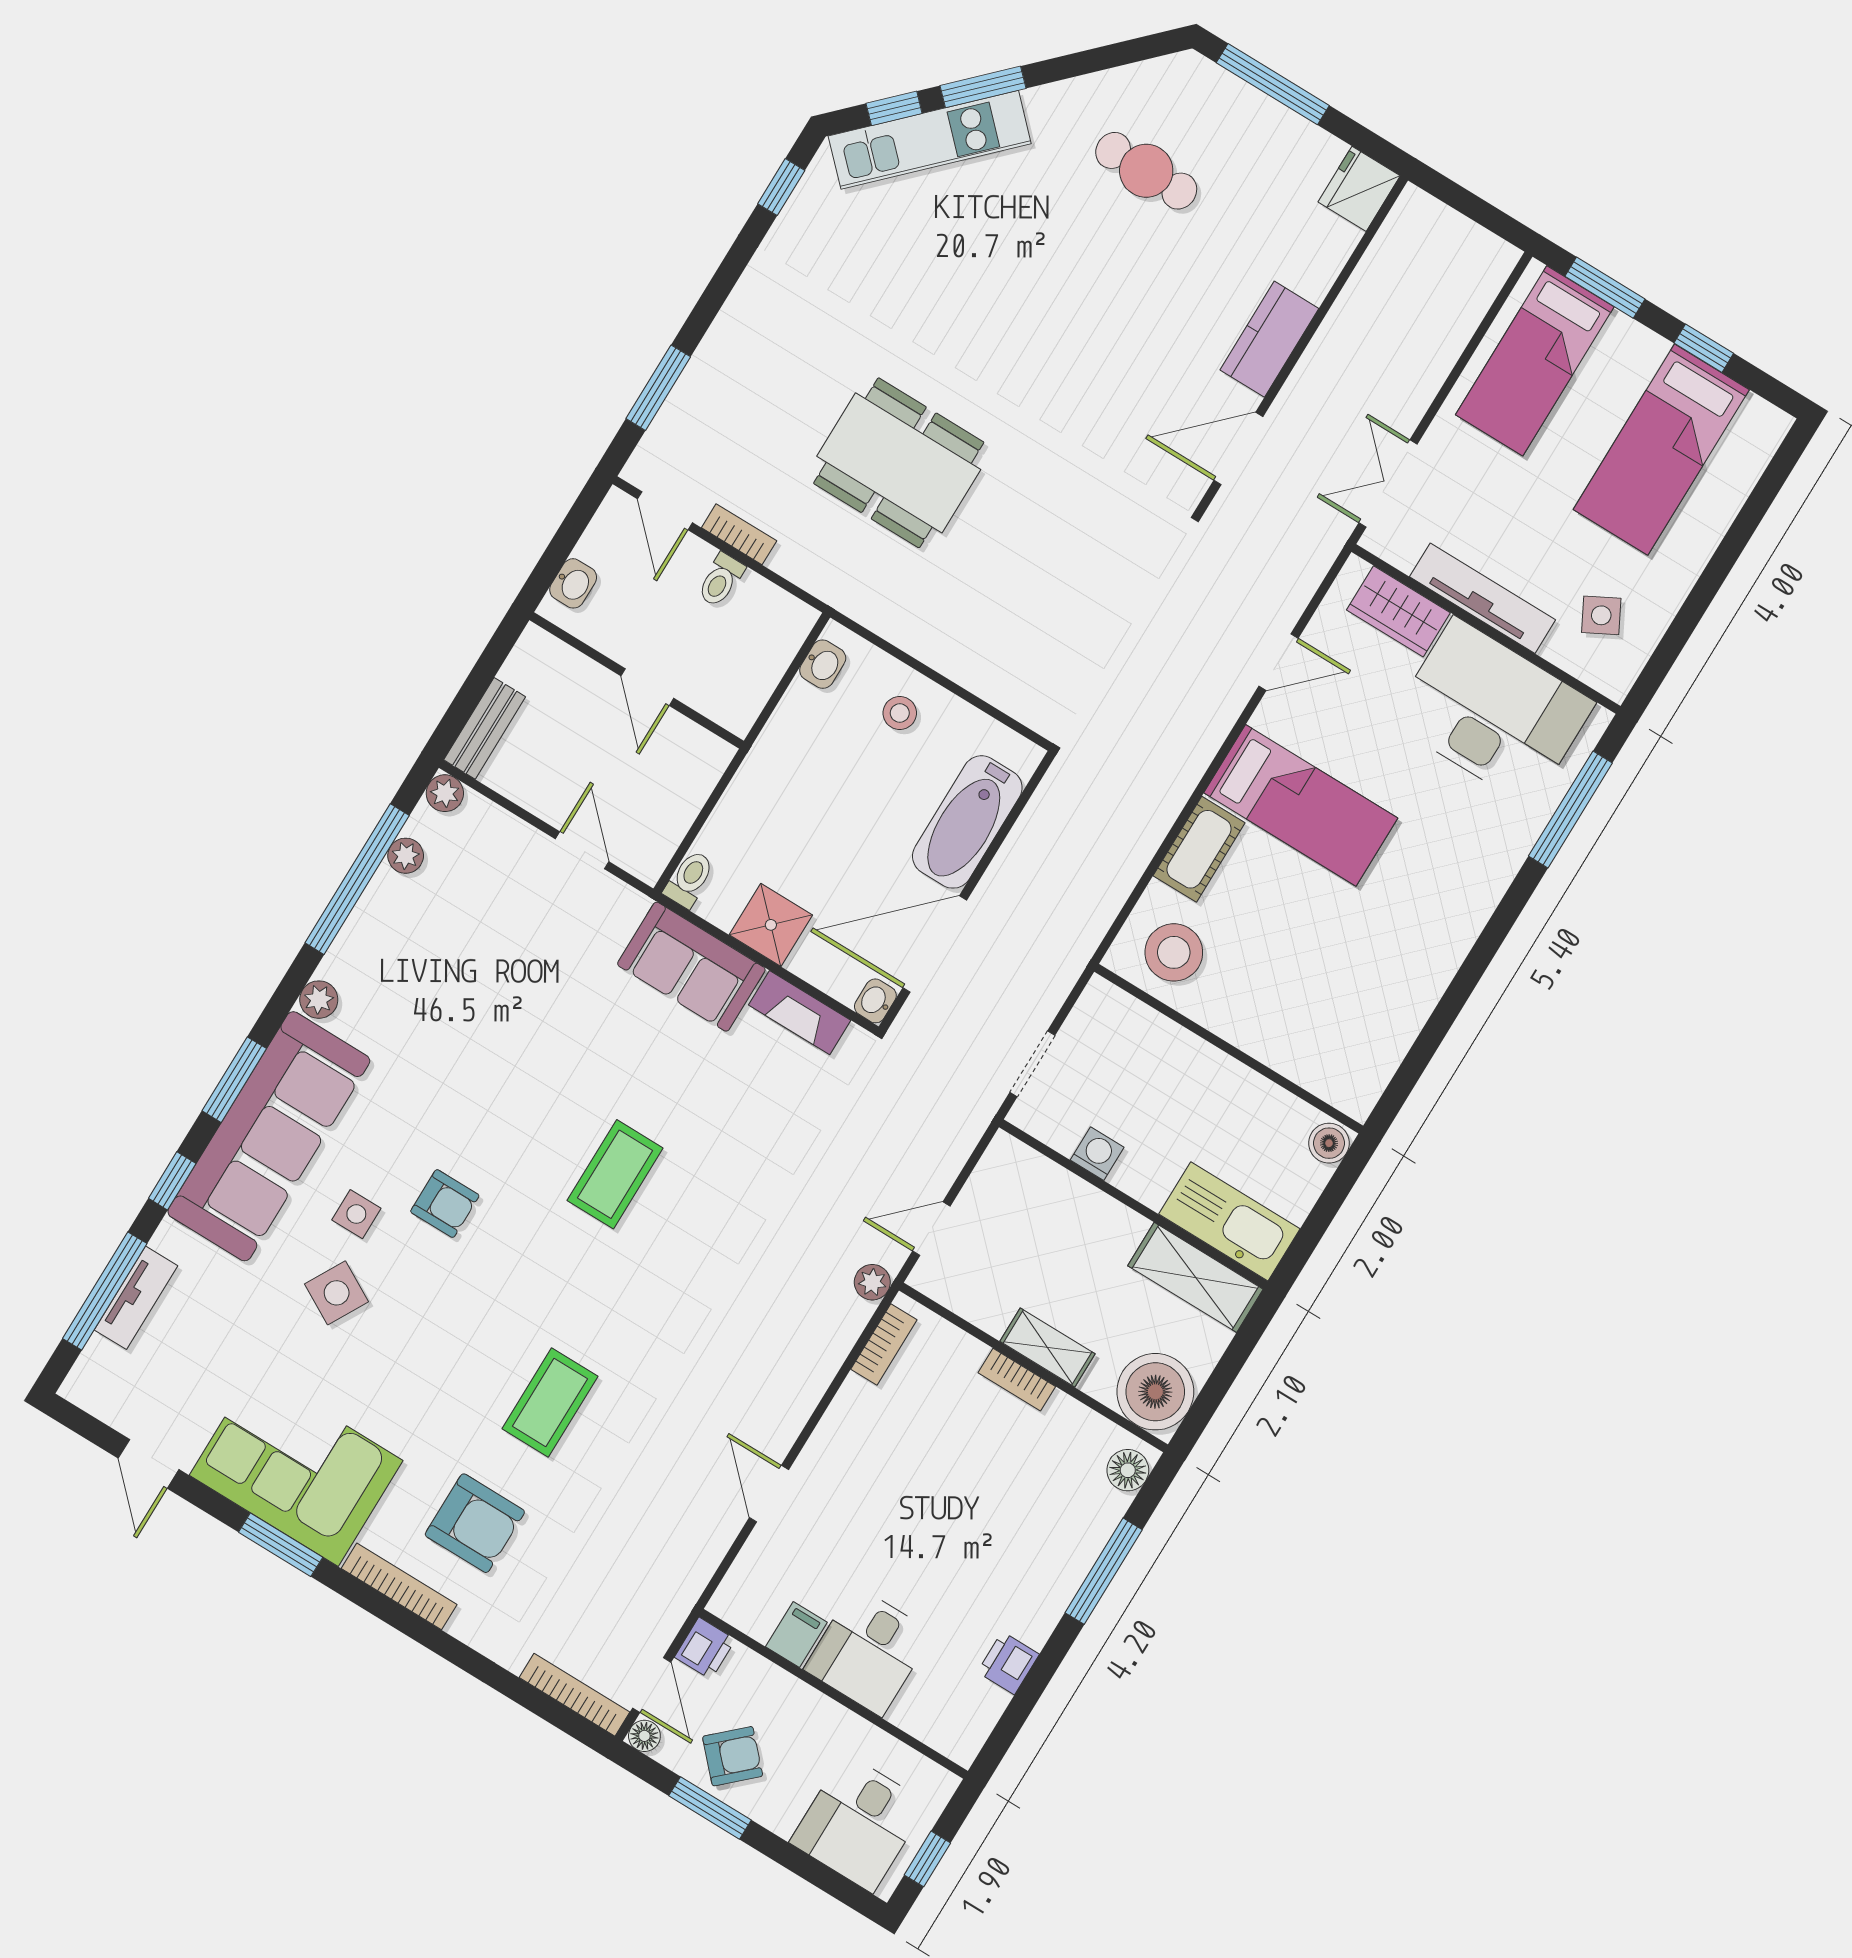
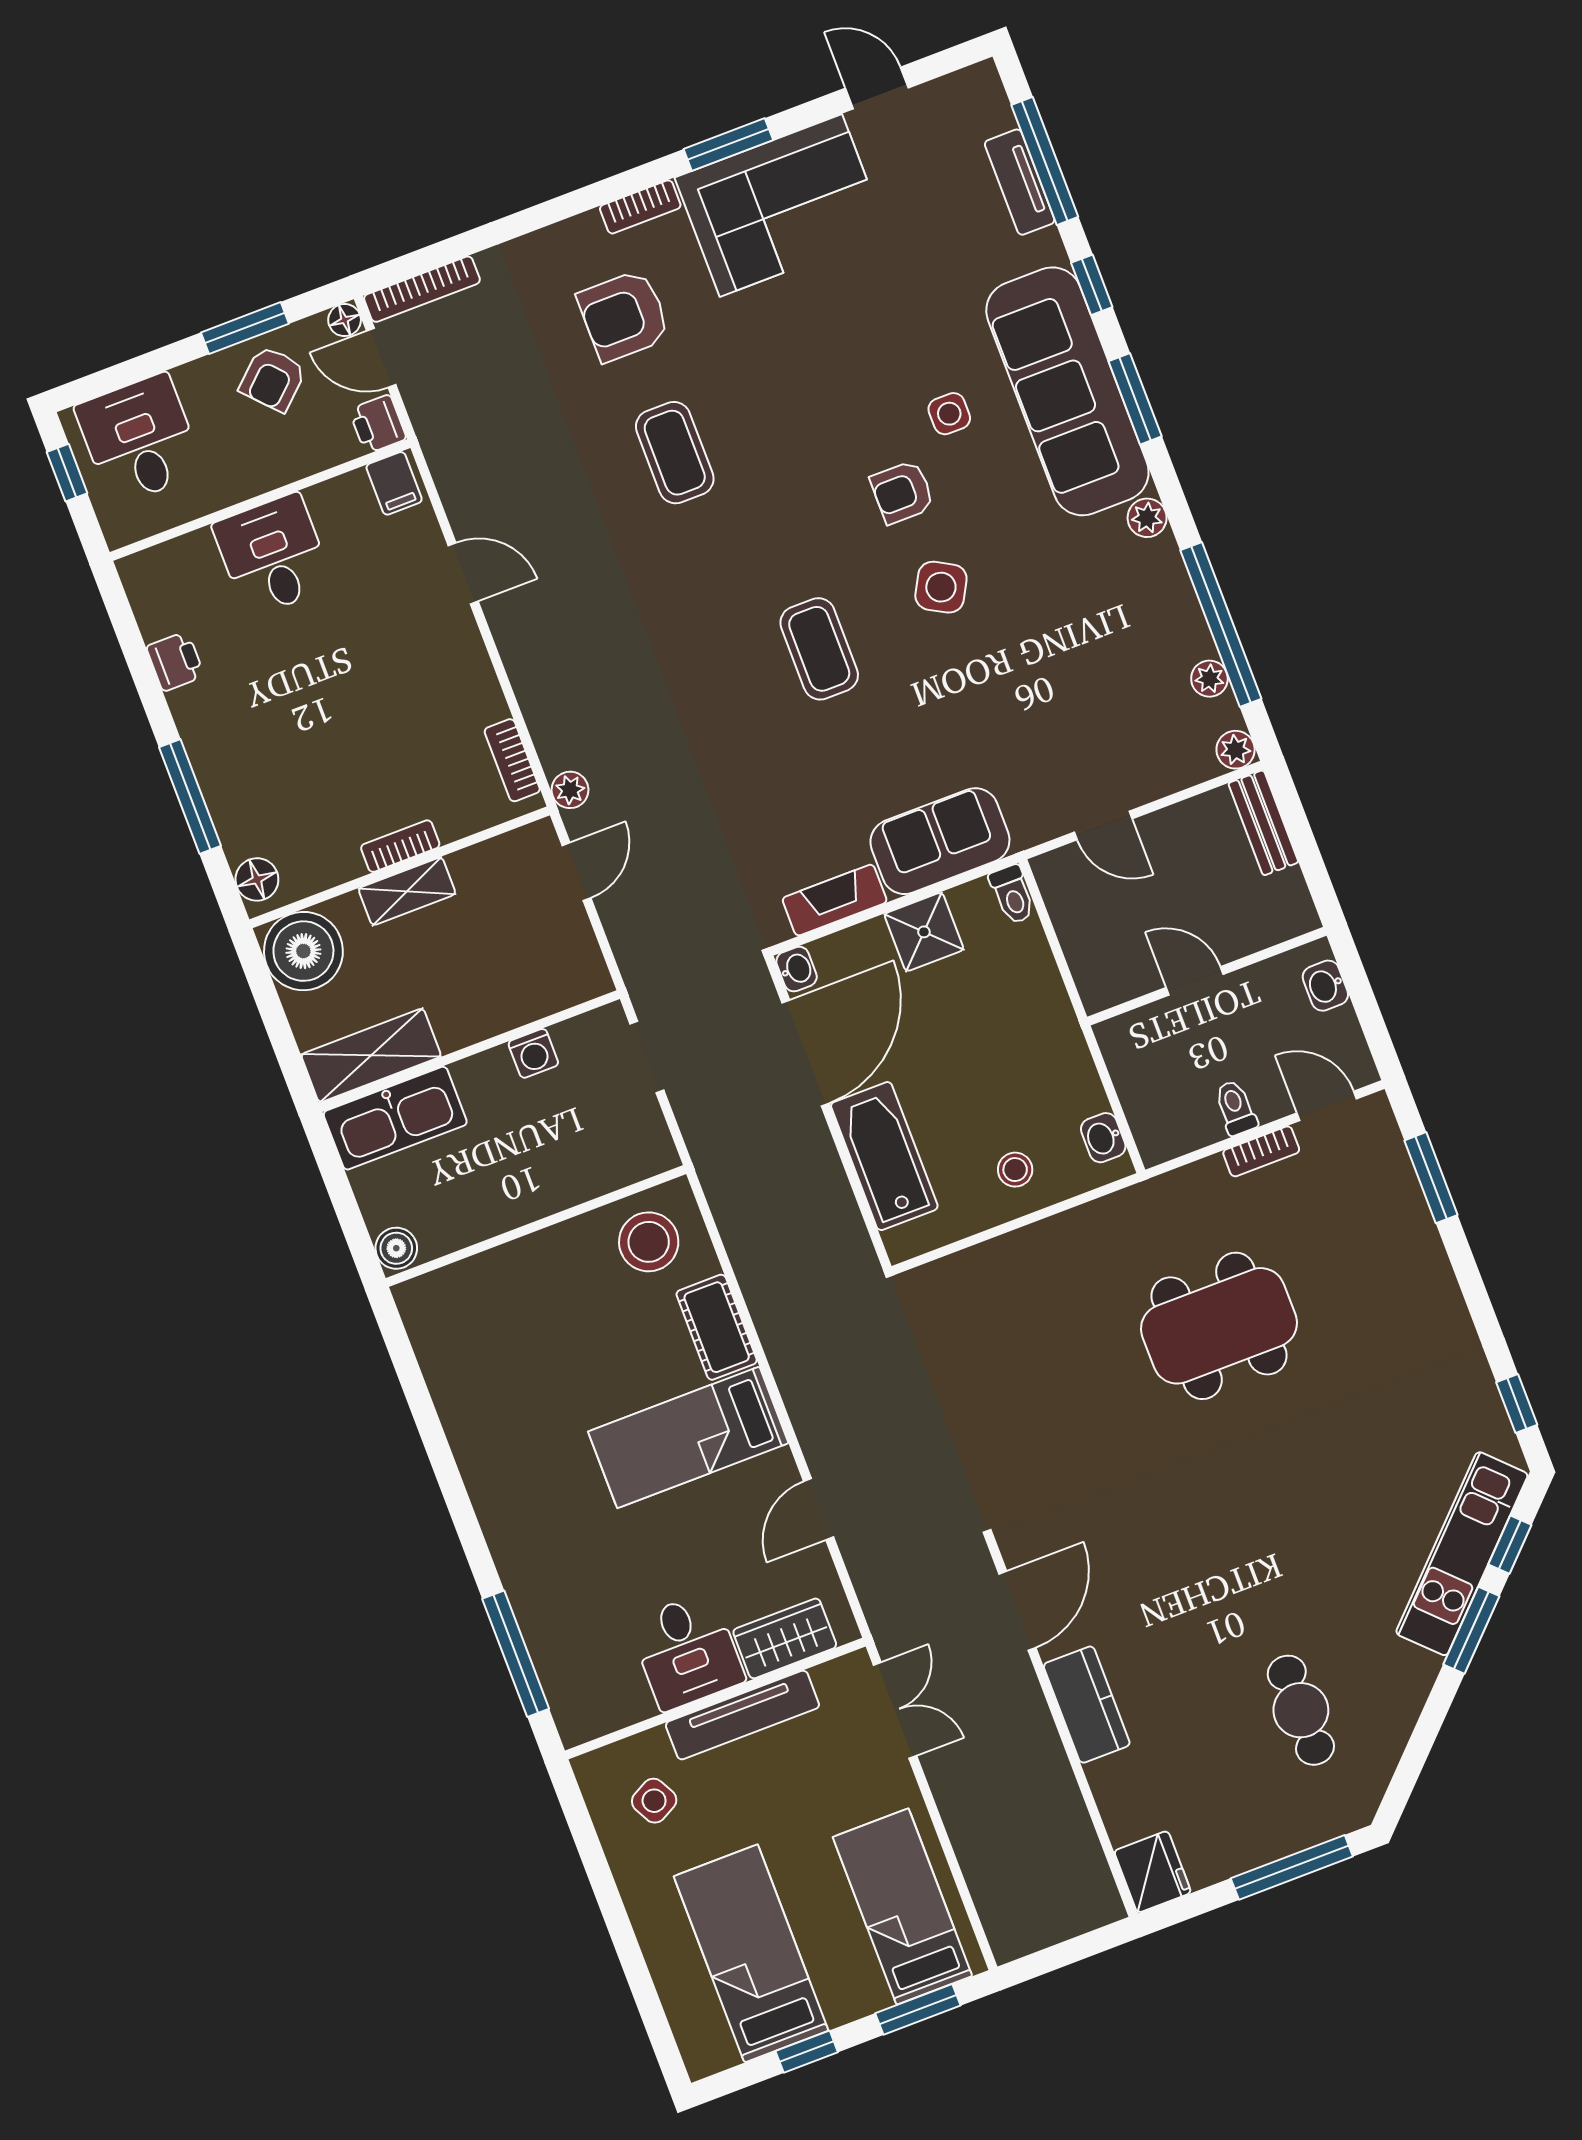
cafe table: (1146, 171) -> (1301, 1710), turned 90
desk: (1492, 712) -> (687, 1651), width x0.53, depth x0.77
side table: (337, 1293) -> (941, 587), moved
bookcase: (399, 1586) -> (640, 207), width x0.64
filing cabinet: (796, 1635) -> (394, 483), moved

